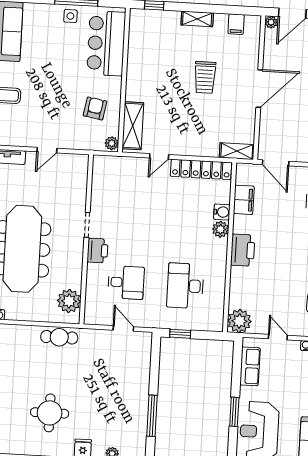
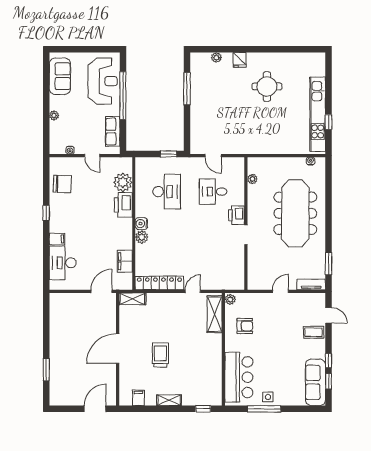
plant: (271, 22) -> (111, 401), removed
armchair: (95, 108) -> (245, 326), turned -100
door: (276, 163) -> (102, 291), hinge flipped
water cooler: (222, 212) -> (141, 224), moved
printer: (243, 250) -> (123, 205), moved
plant: (69, 301) -> (252, 179), width x0.53, depth x0.53
plant: (239, 321) -> (123, 182), moved
cafe table: (59, 337) -> (263, 146), removed
window: (234, 412) -> (123, 95), width x2.11

